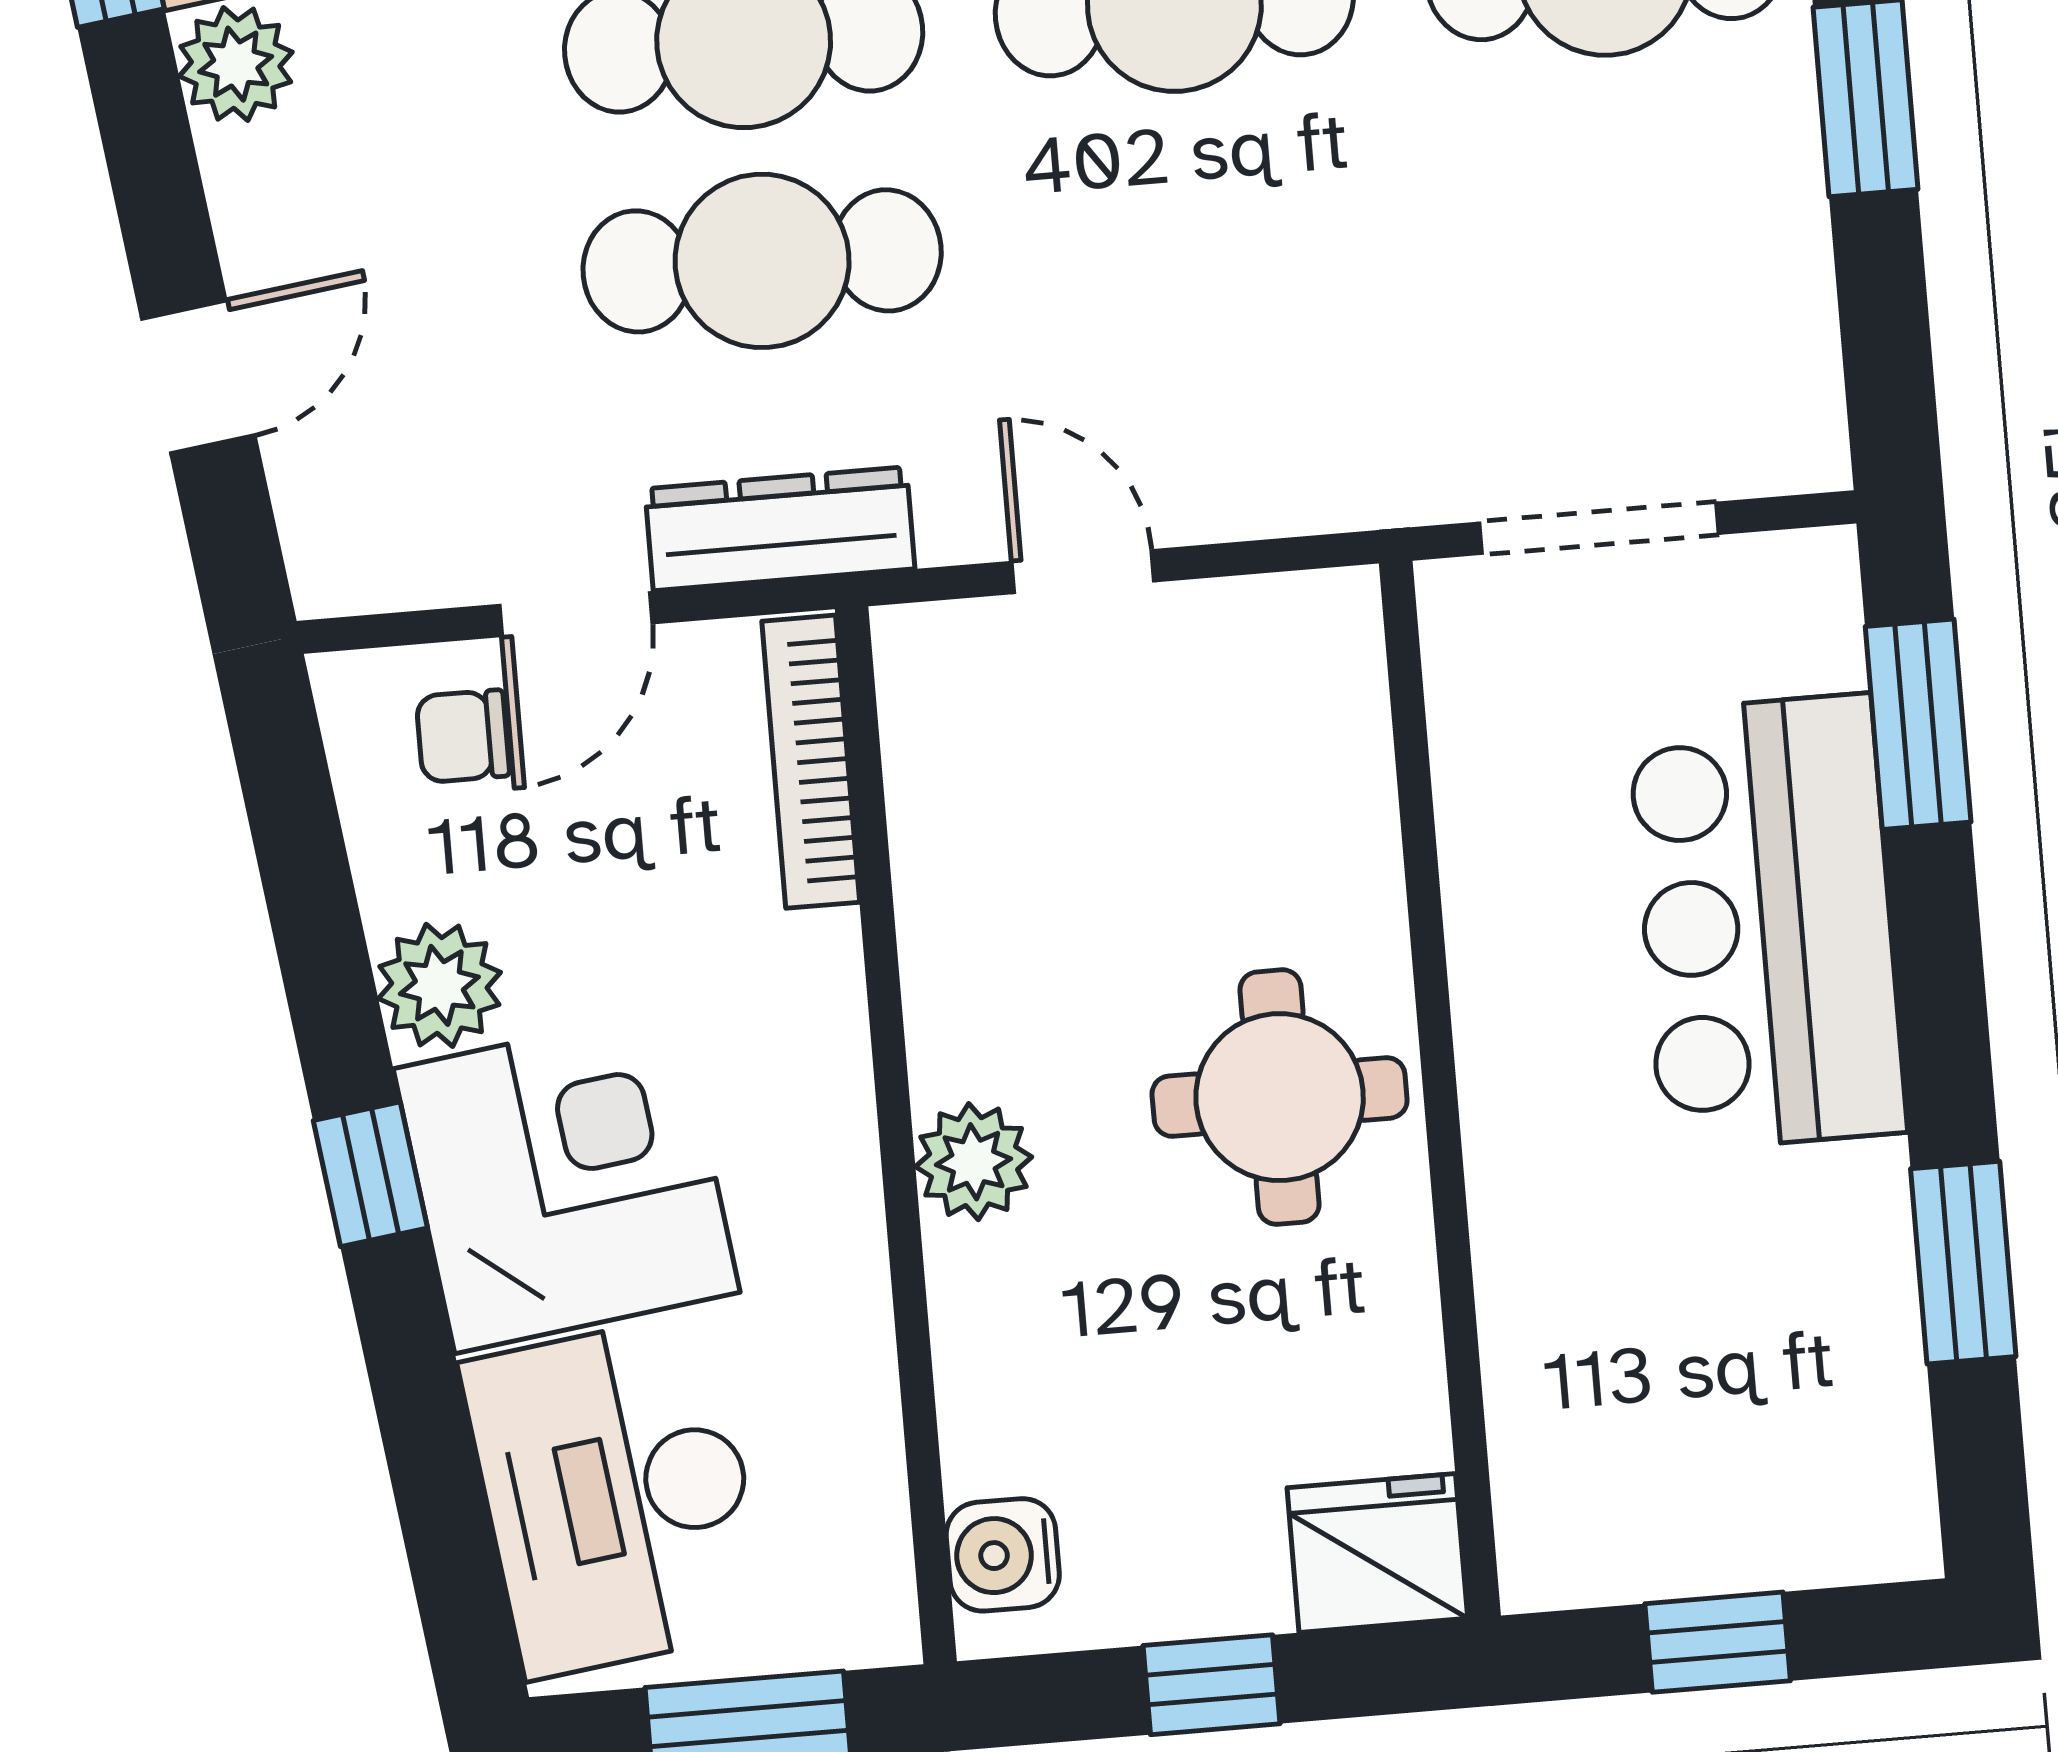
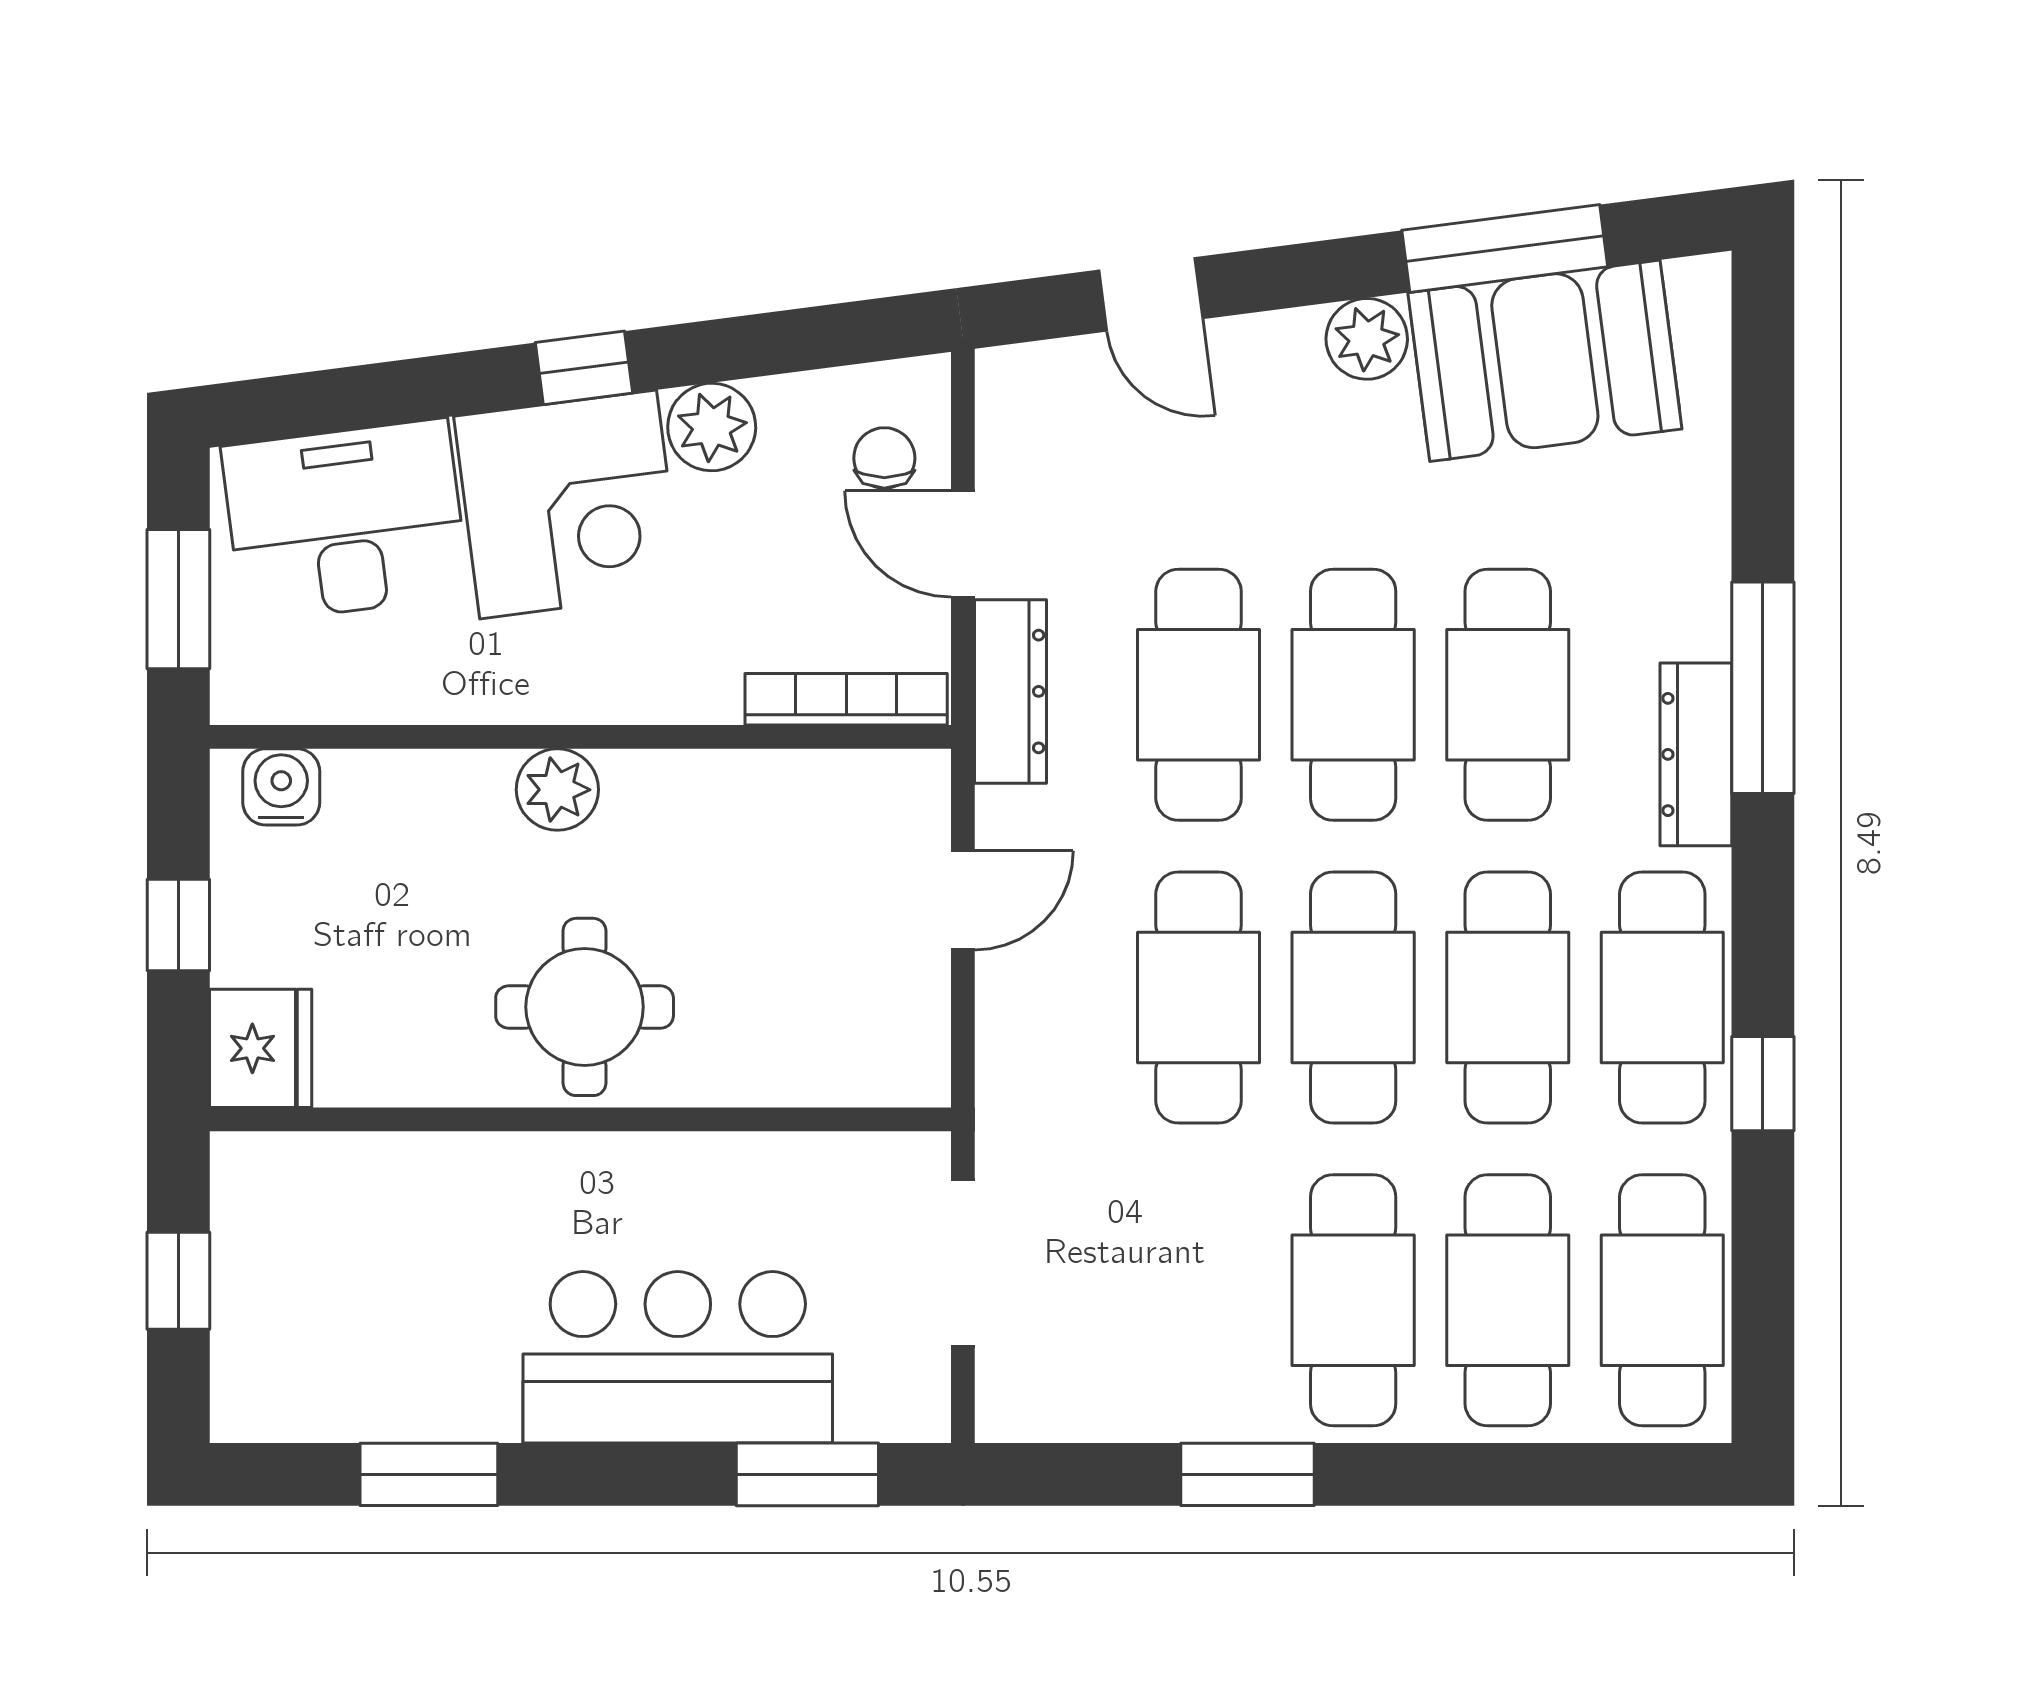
cafe table: (1193, 225) -> (1199, 998), added

